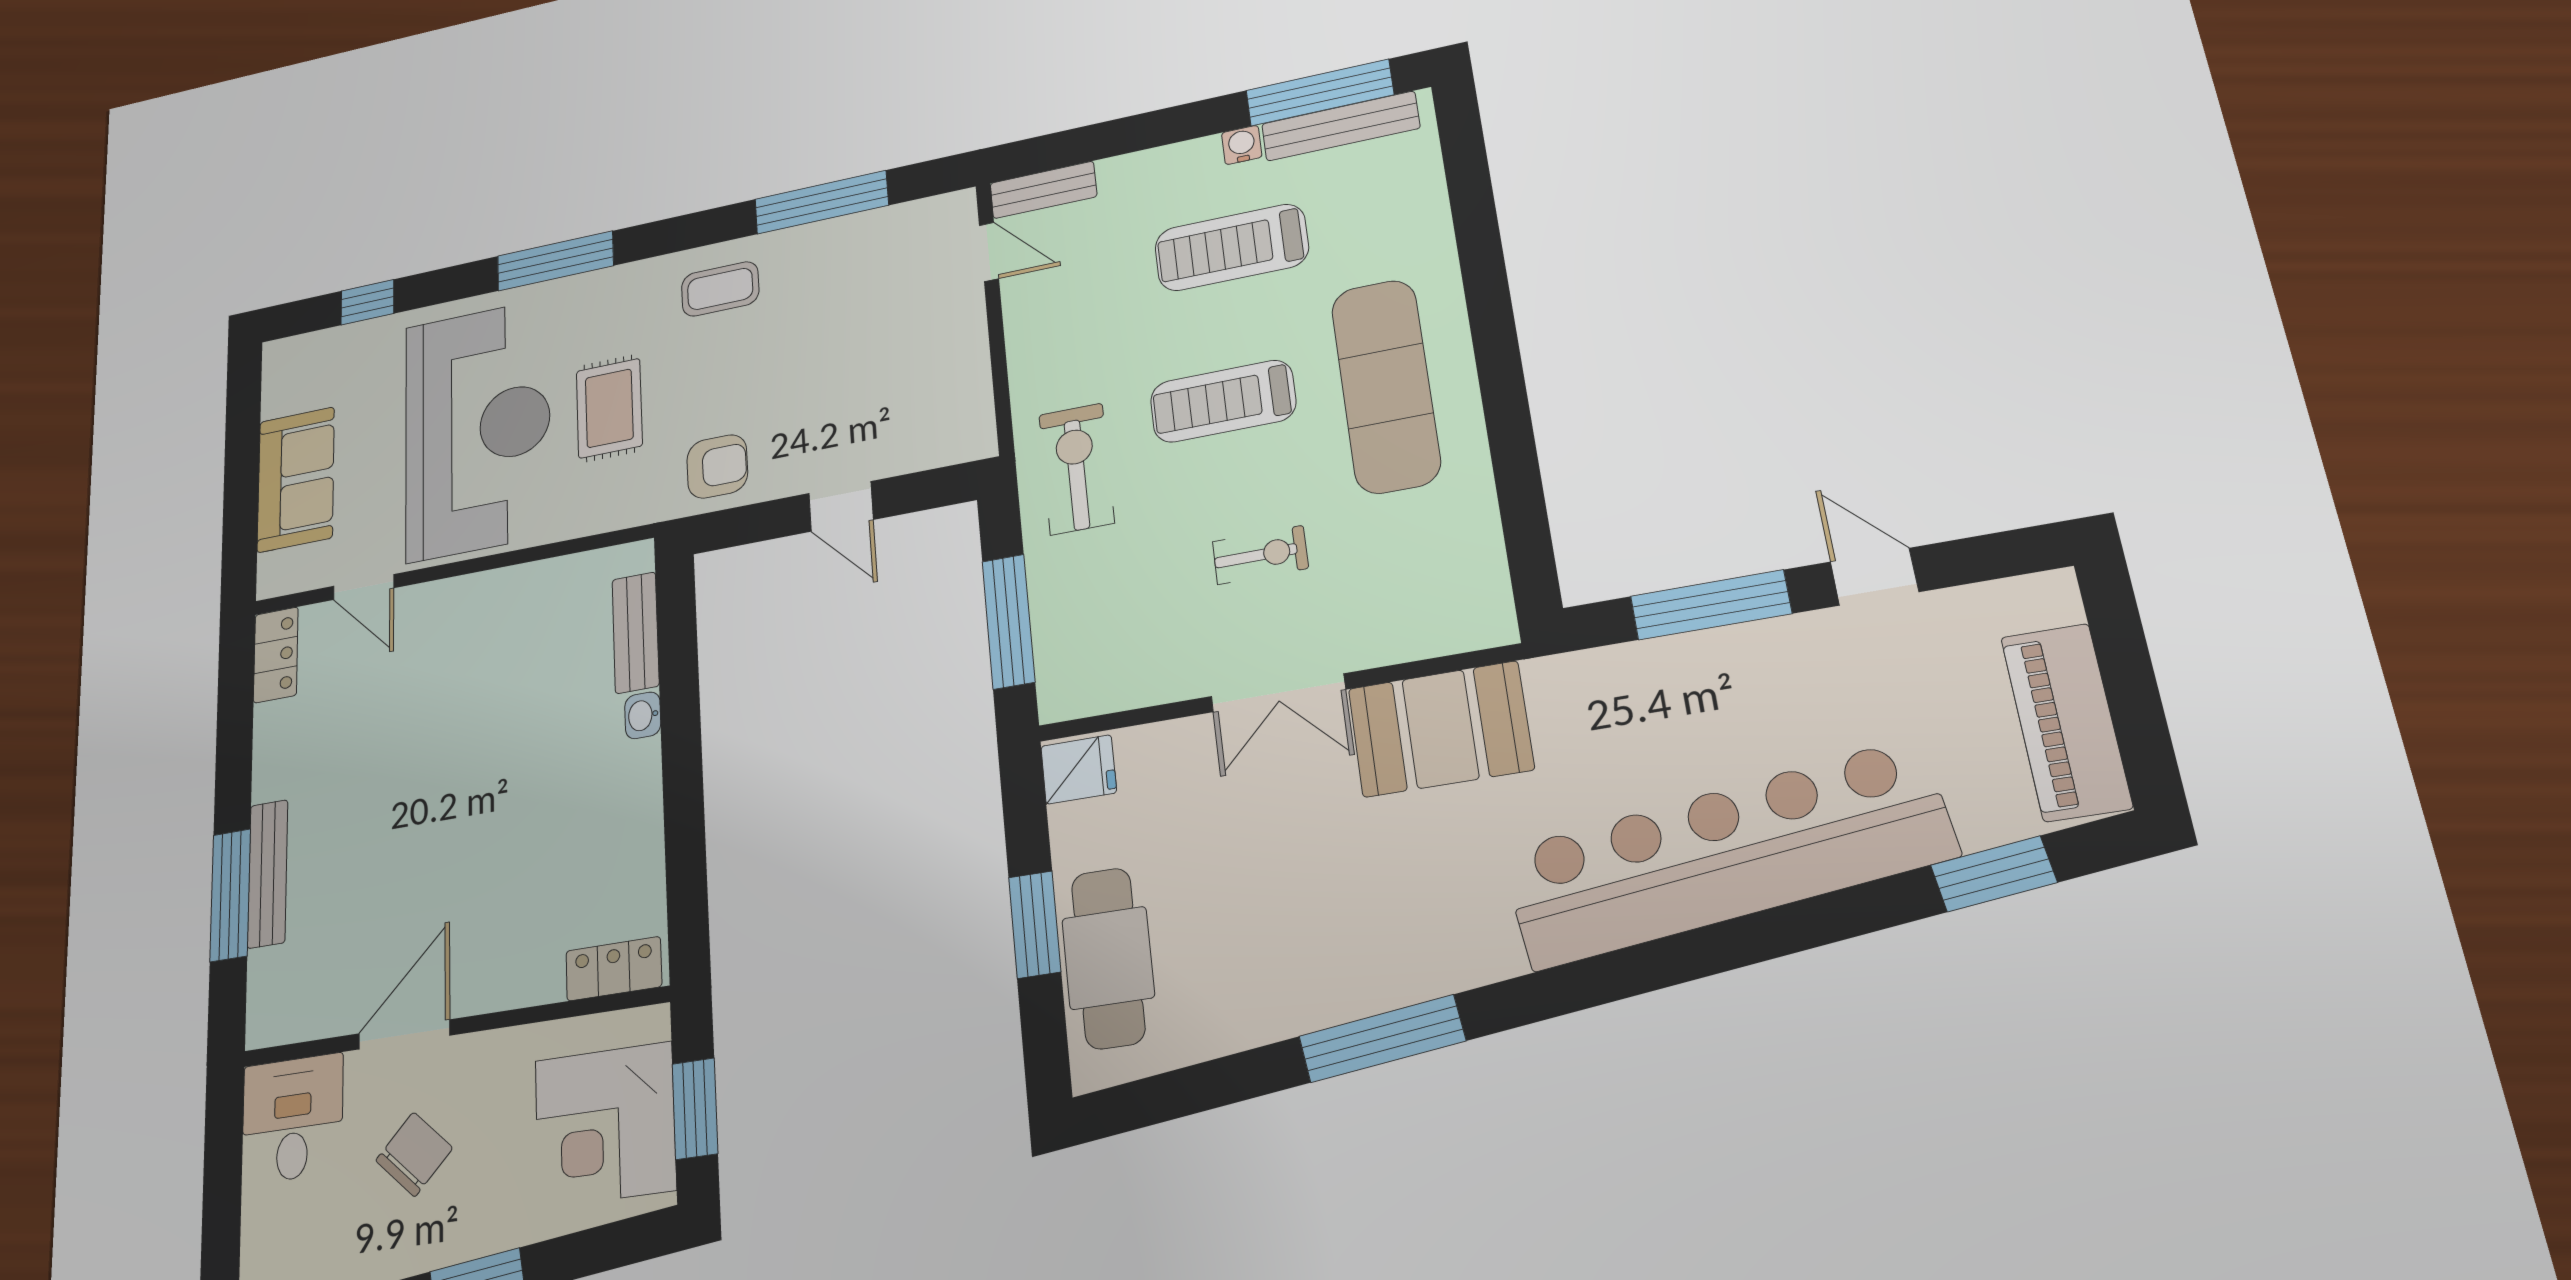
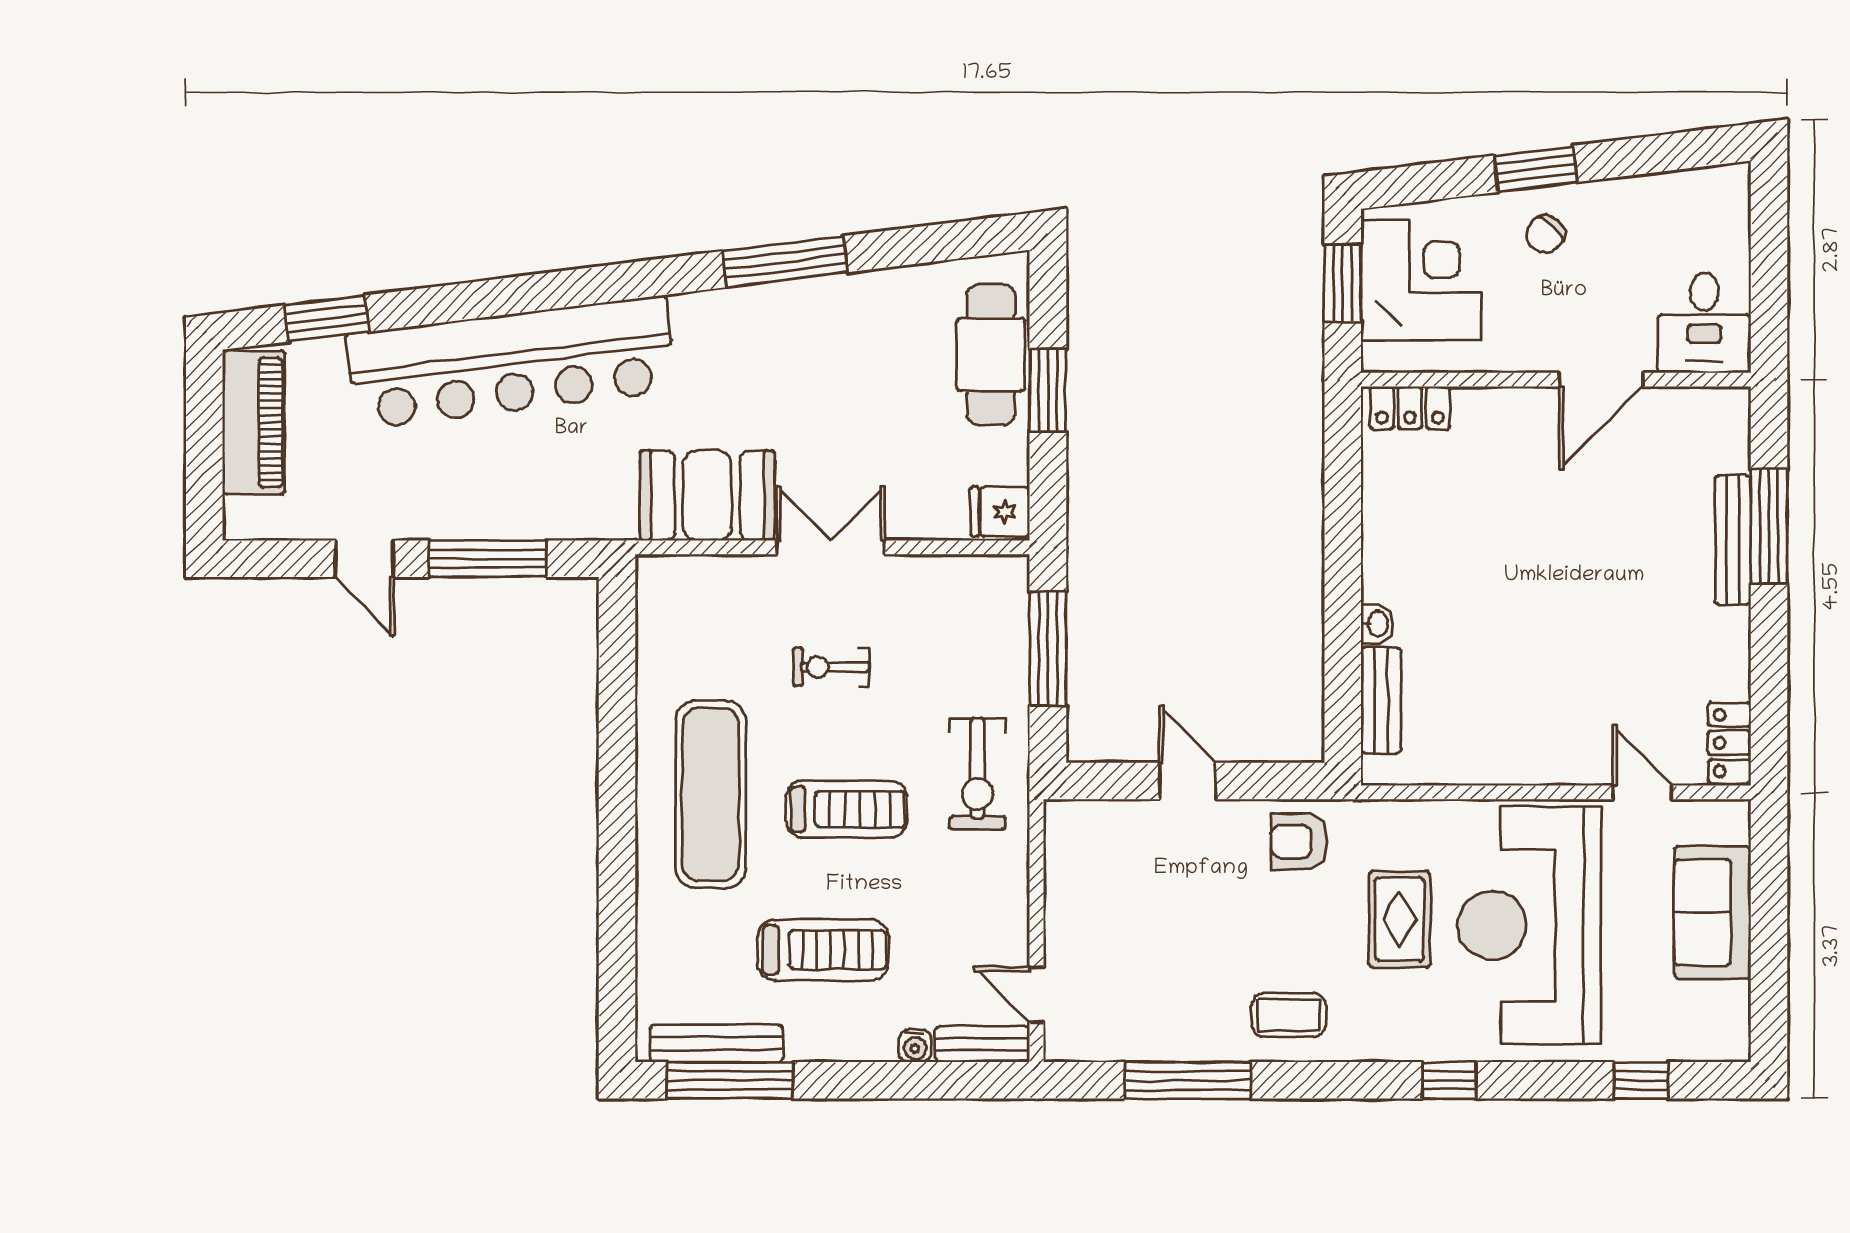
water cooler: (1242, 145) -> (915, 1046), moved
window: (555, 261) -> (1449, 1080), width x0.46
chair: (414, 1154) -> (1545, 234), moved, width x0.73, depth x0.73

